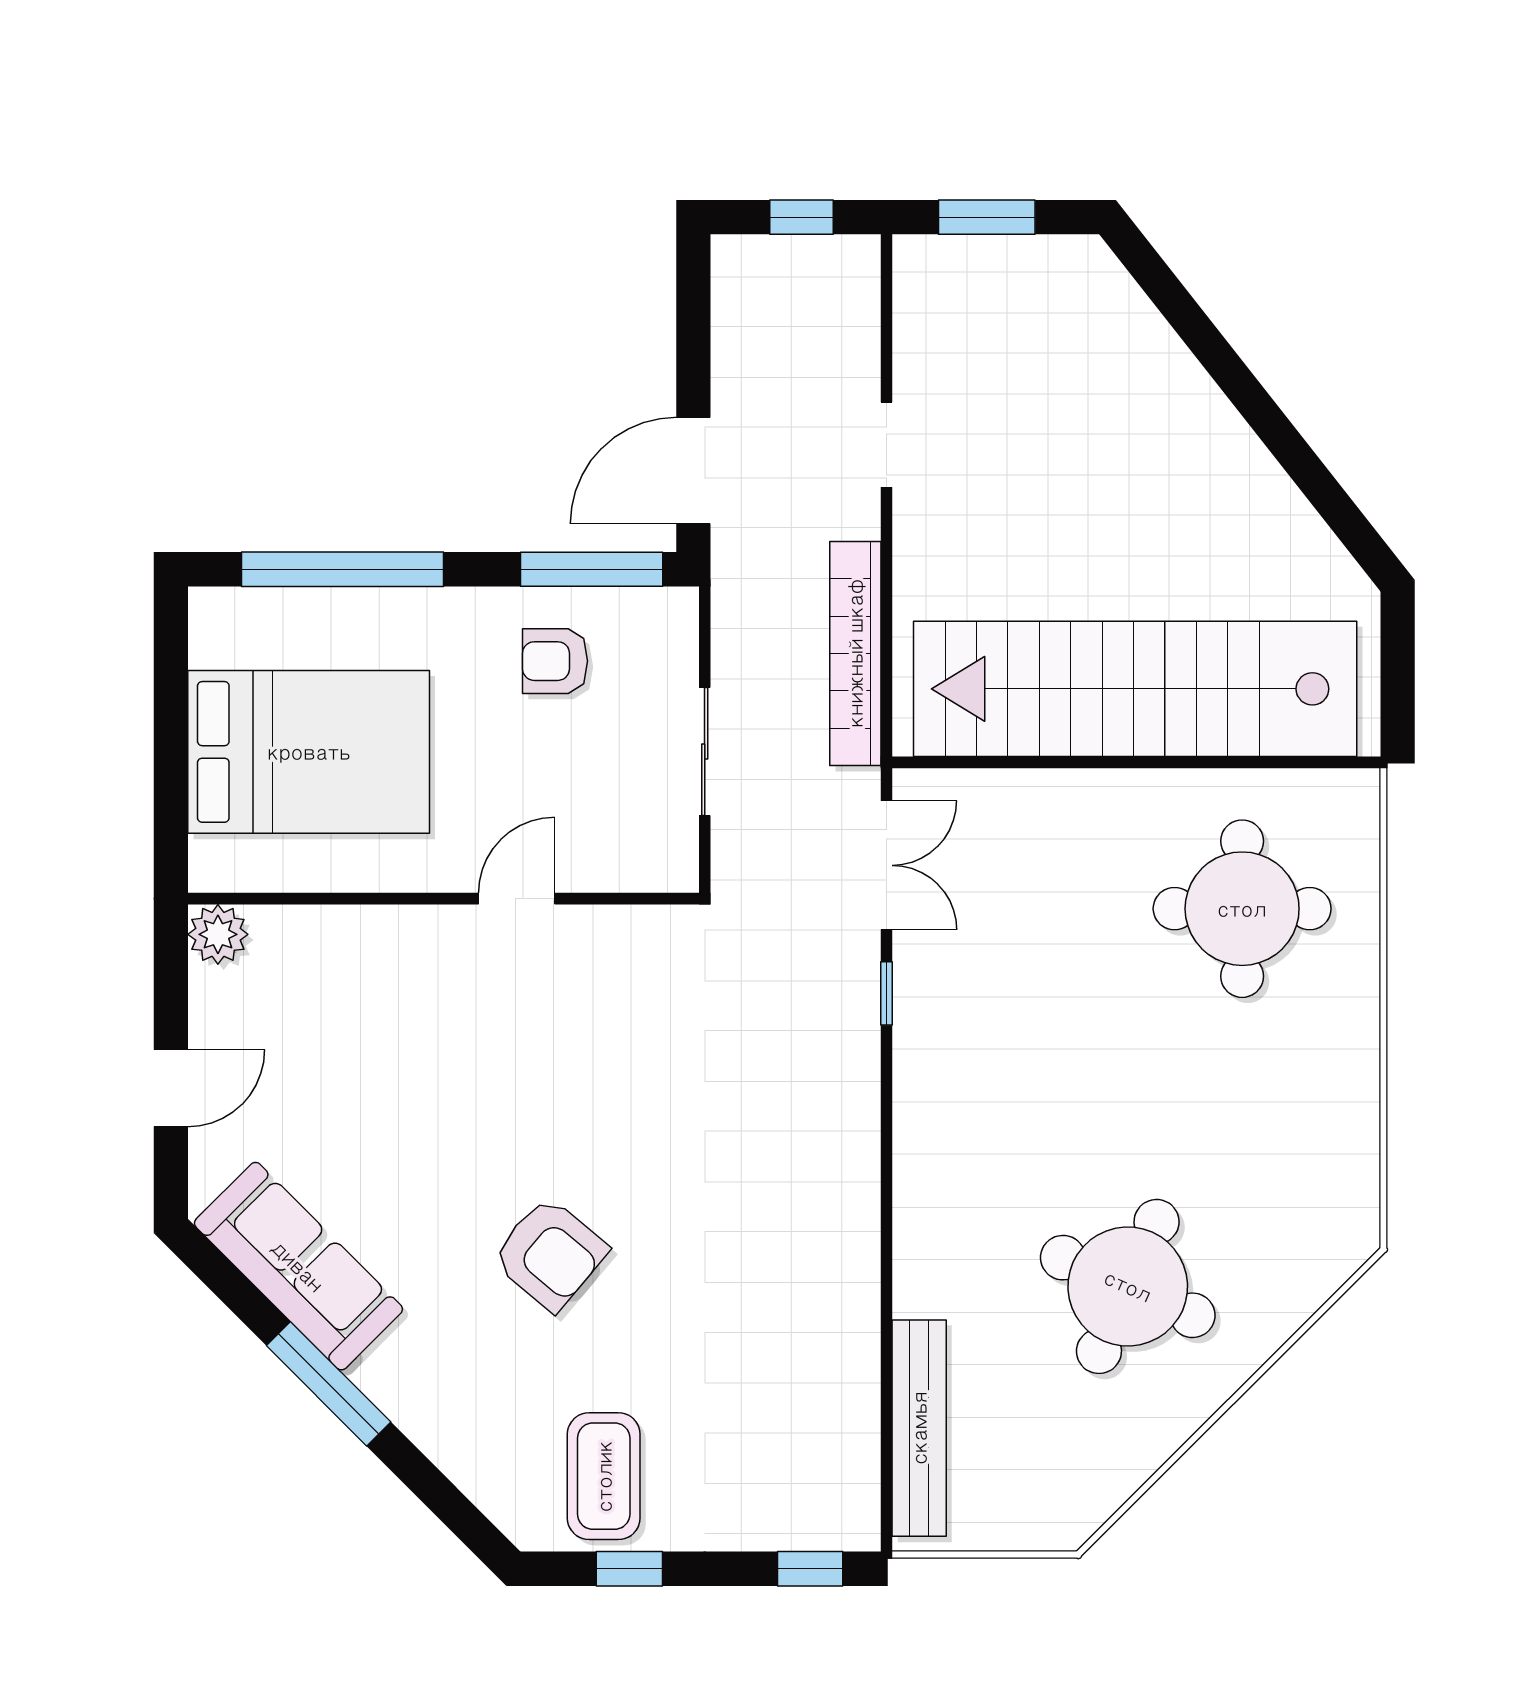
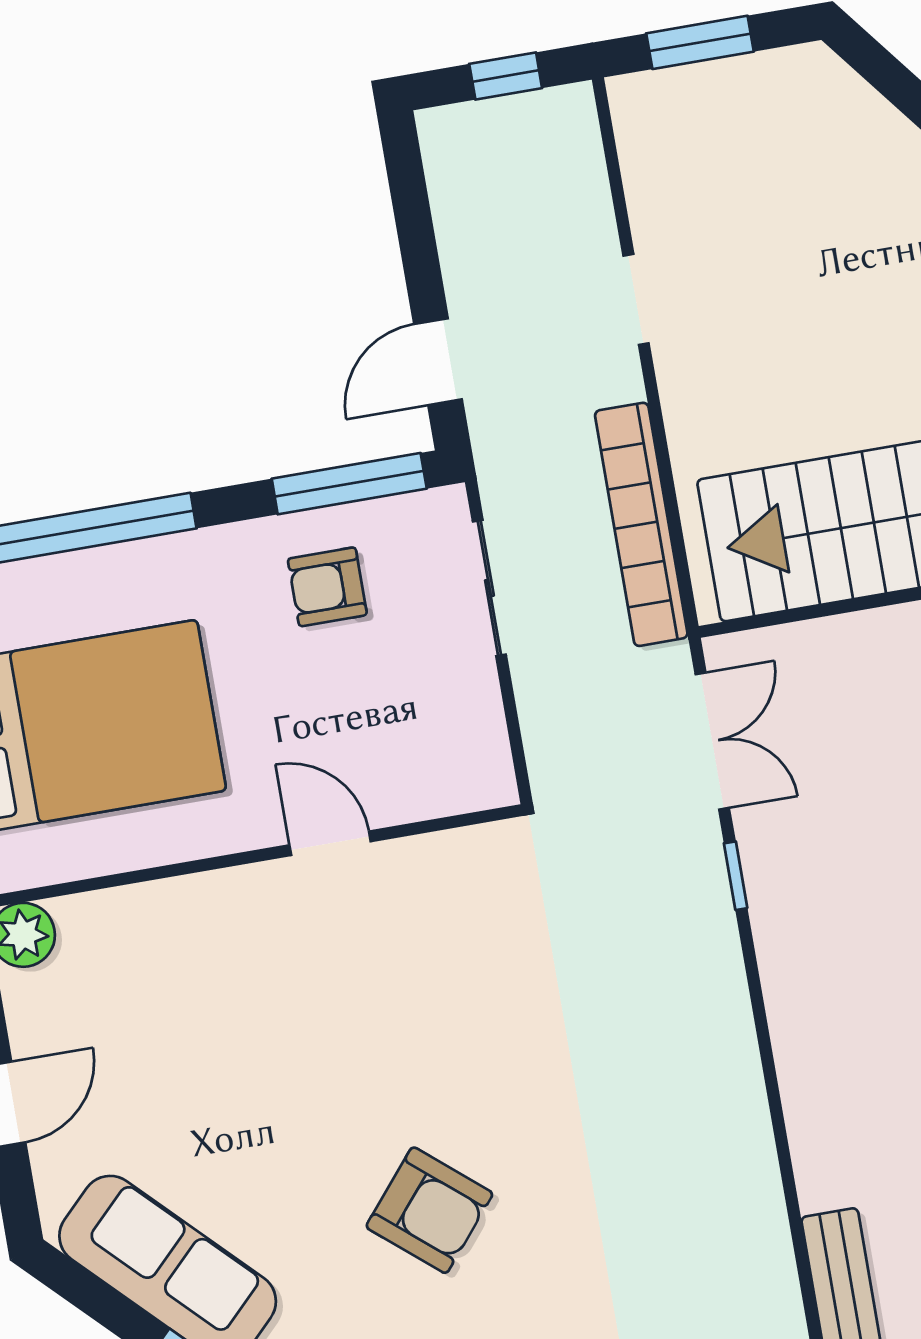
door: (693, 471) -> (438, 362), width x0.73
sliding door: (705, 752) -> (489, 588), moved
door: (517, 899) -> (330, 843), hinge flipped

